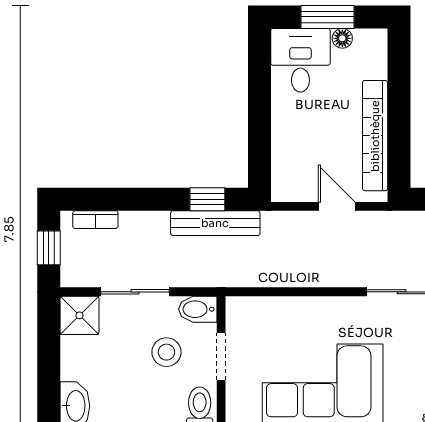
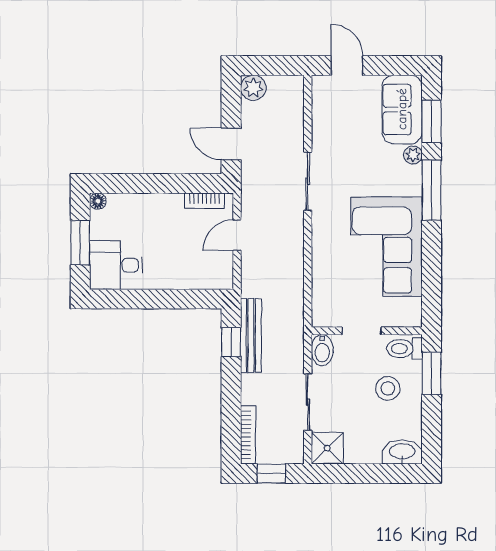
floor lamp: (342, 38) -> (98, 201), moved
bookcase: (375, 136) -> (204, 201), width x0.43, depth x0.76
bookcase: (95, 220) -> (248, 435), width x1.56
stool: (166, 352) -> (388, 388), moved

